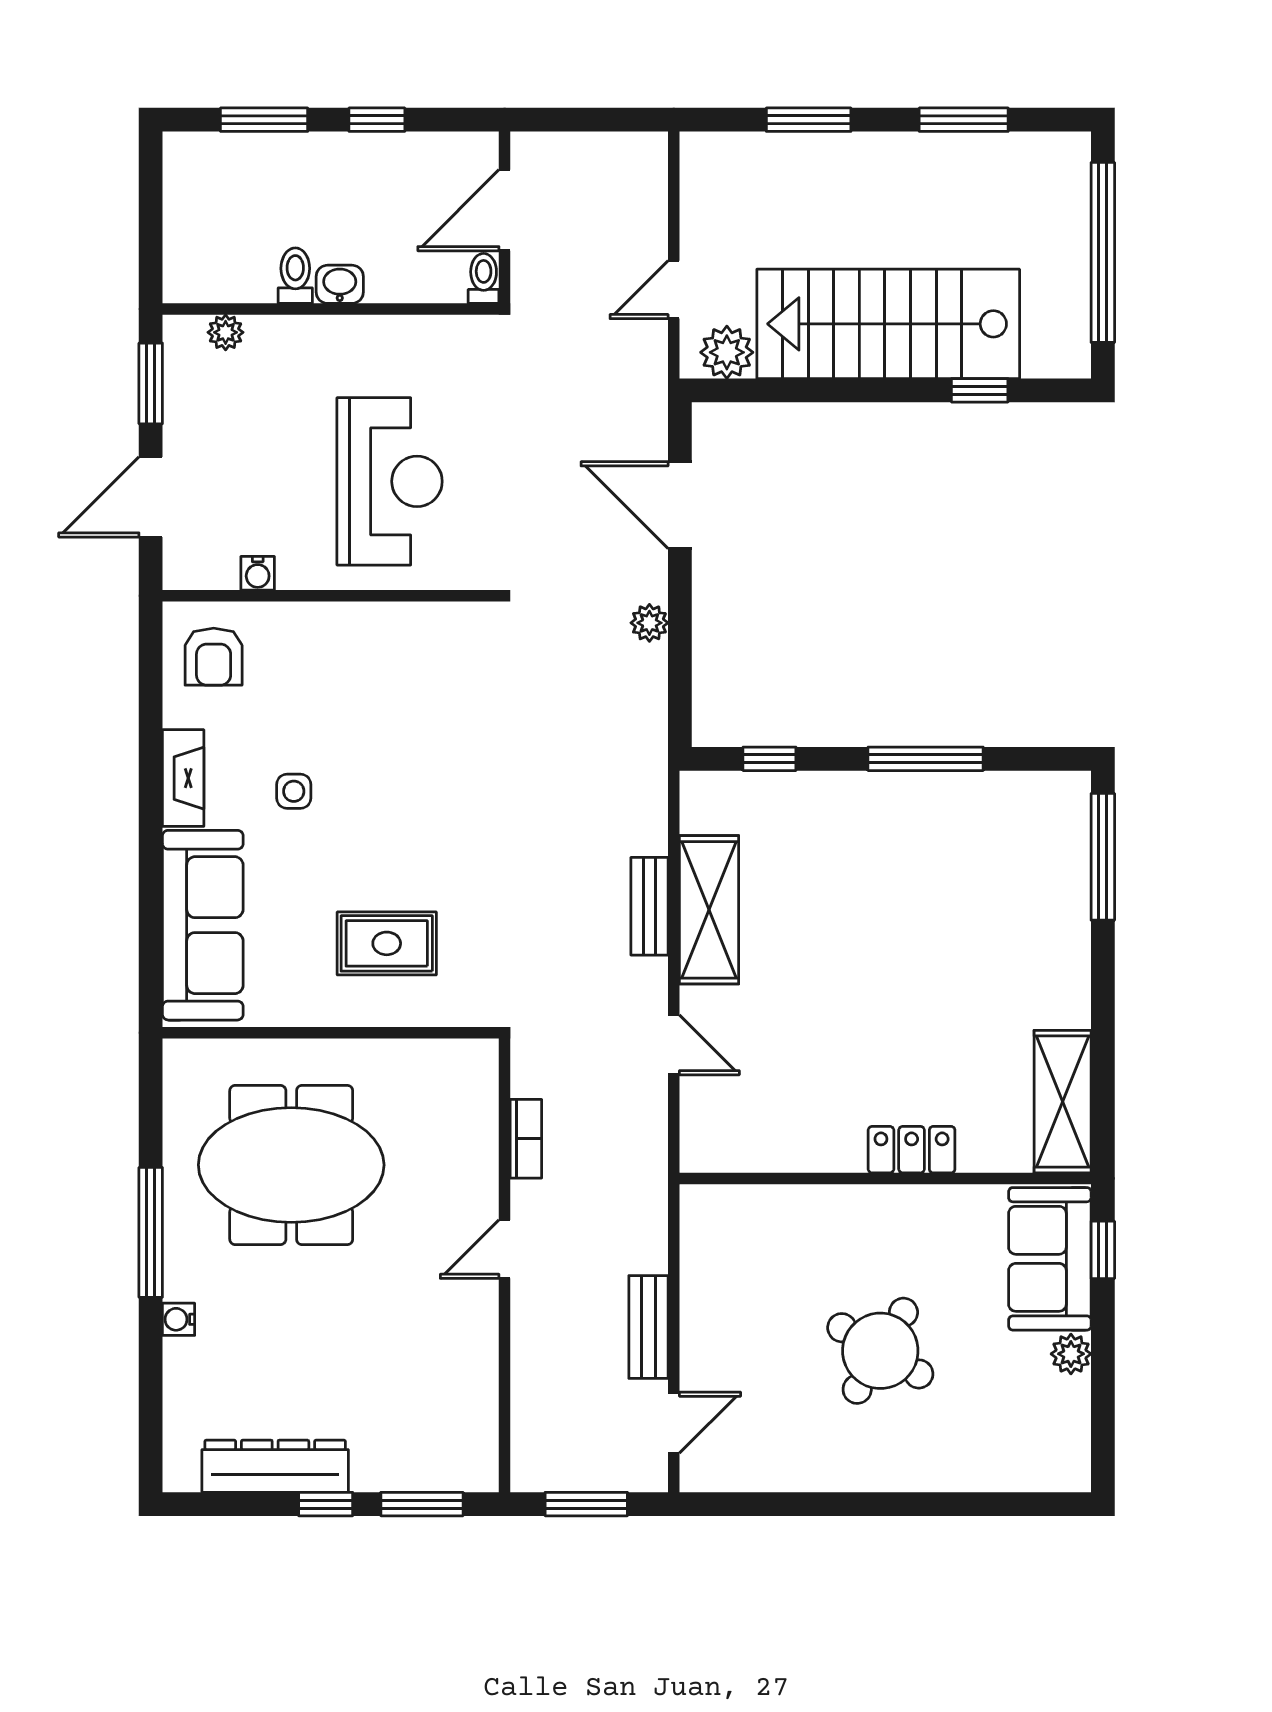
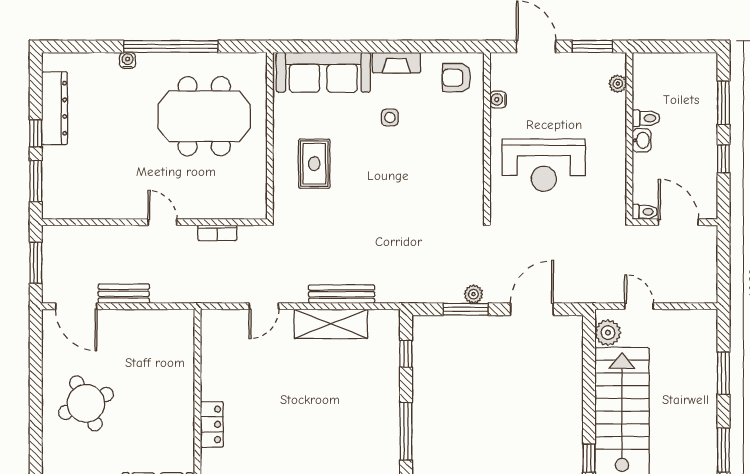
window: (680, 638) -> (466, 309), added
bench: (649, 906) -> (342, 294), width x1.36
meeting table: (291, 1165) -> (204, 116), turned 90
window: (151, 1232) -> (171, 46), width x1.46
round table: (880, 1351) -> (86, 403), moved, turned 35
door: (674, 1423) -> (76, 306), width x1.38

